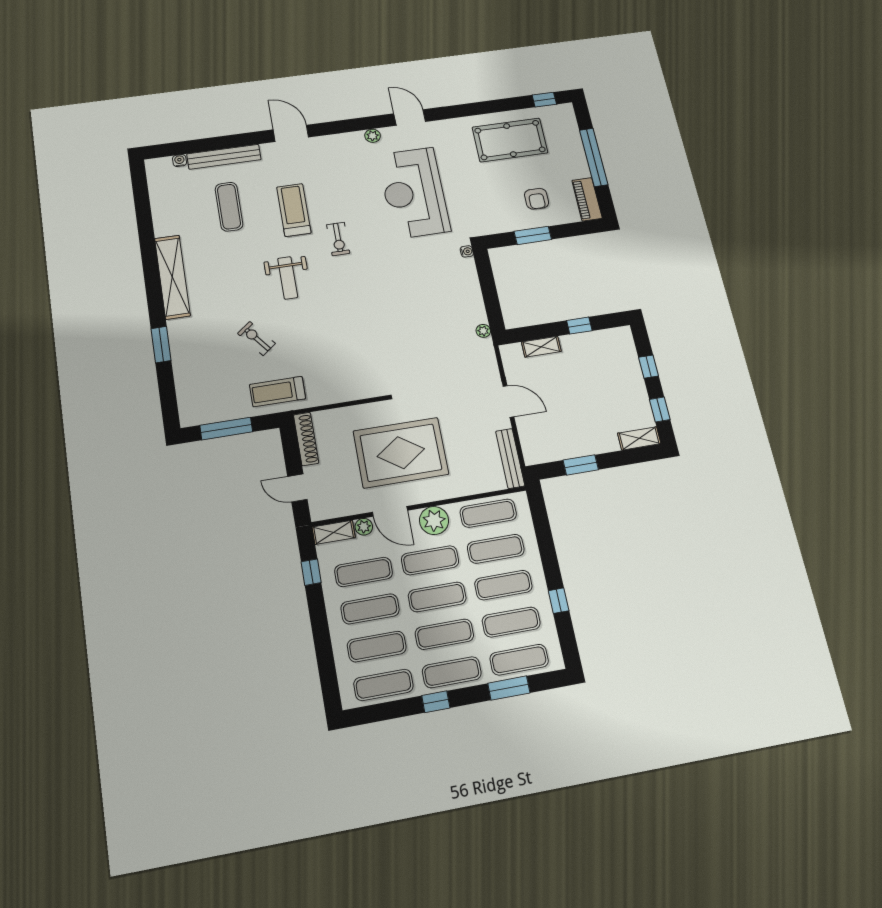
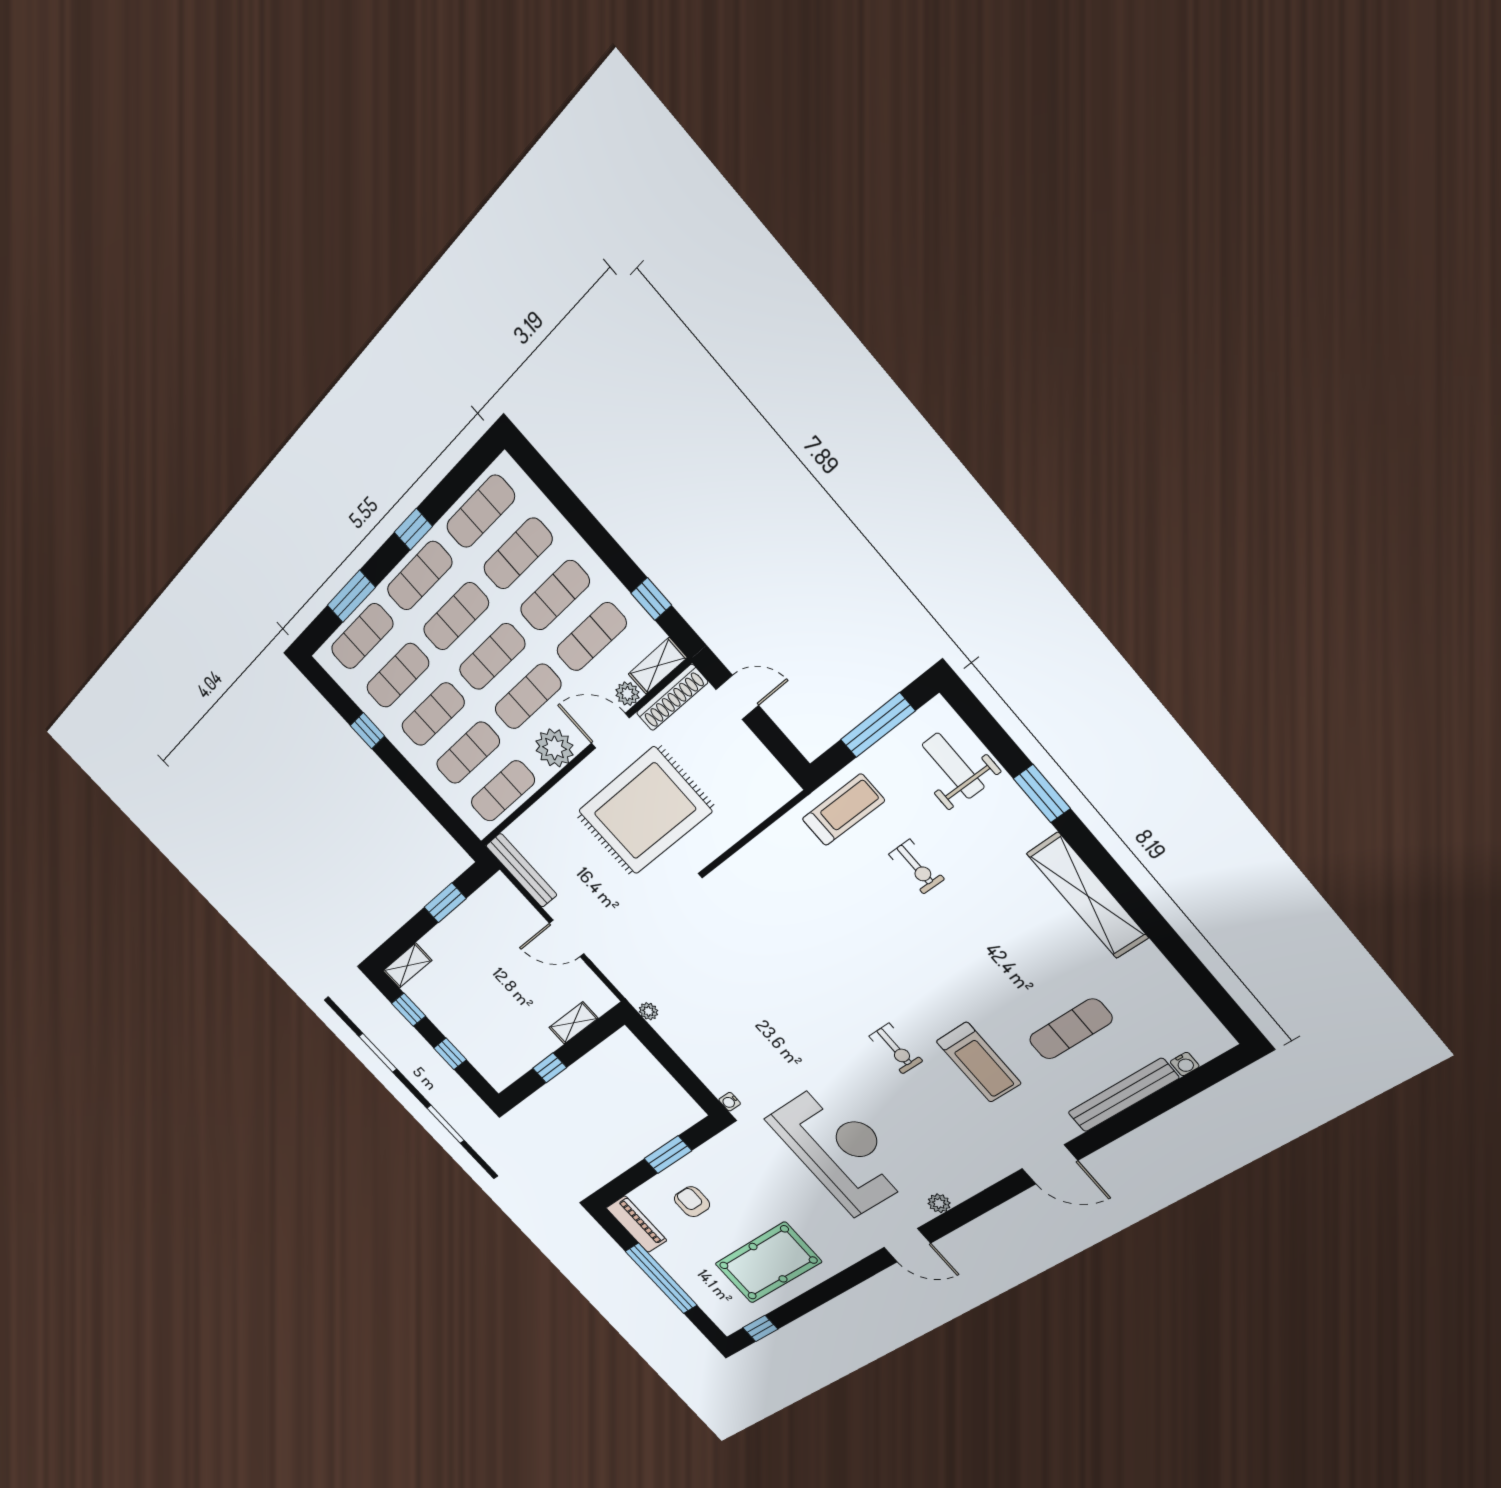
exercise mat: (229, 207) -> (1071, 1029), turned 90
exercise bike: (338, 239) -> (896, 1049), turned 180
weight bench: (288, 278) -> (953, 766), moved
exercise bike: (256, 338) -> (917, 867), turned 38
shoe rack: (306, 439) -> (672, 698), moved, turned -90

